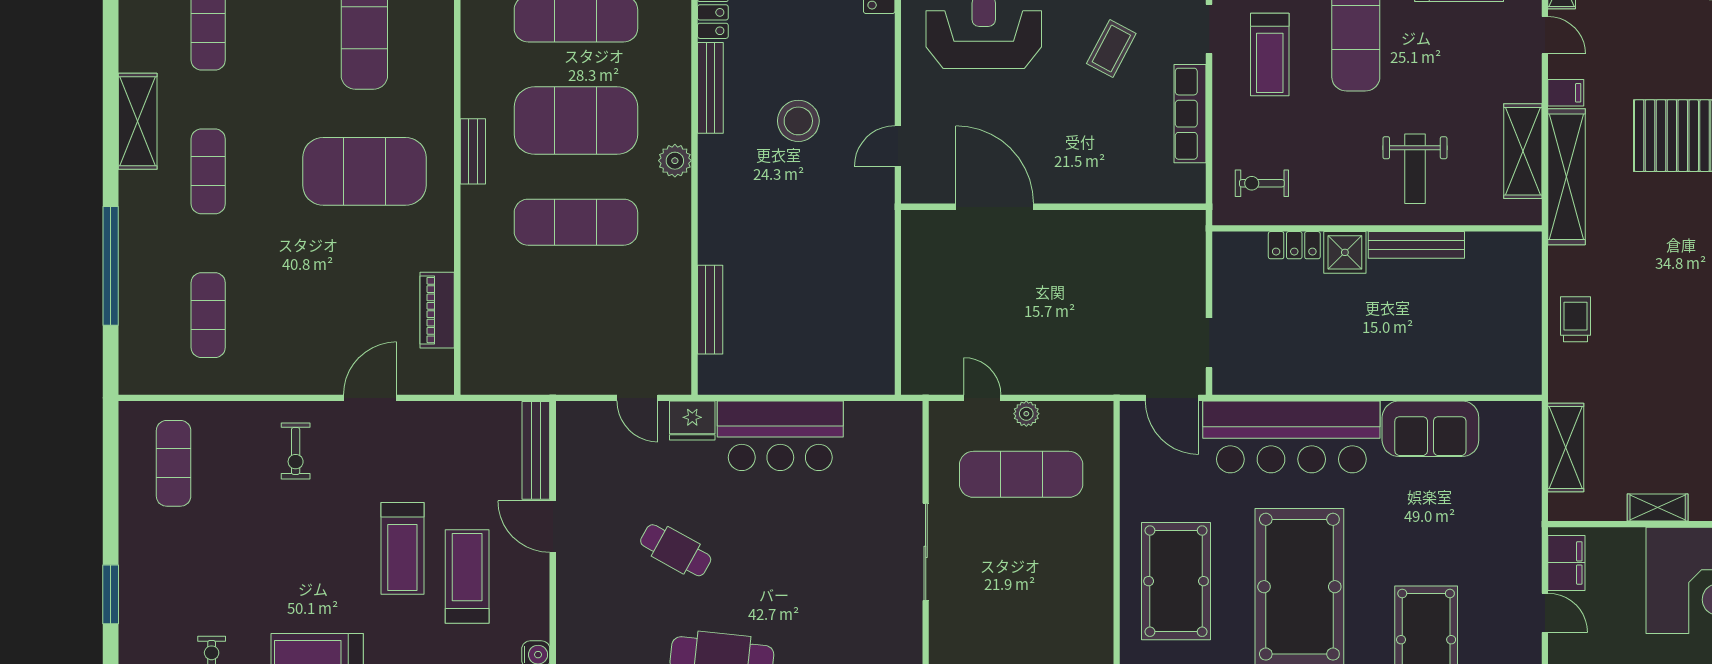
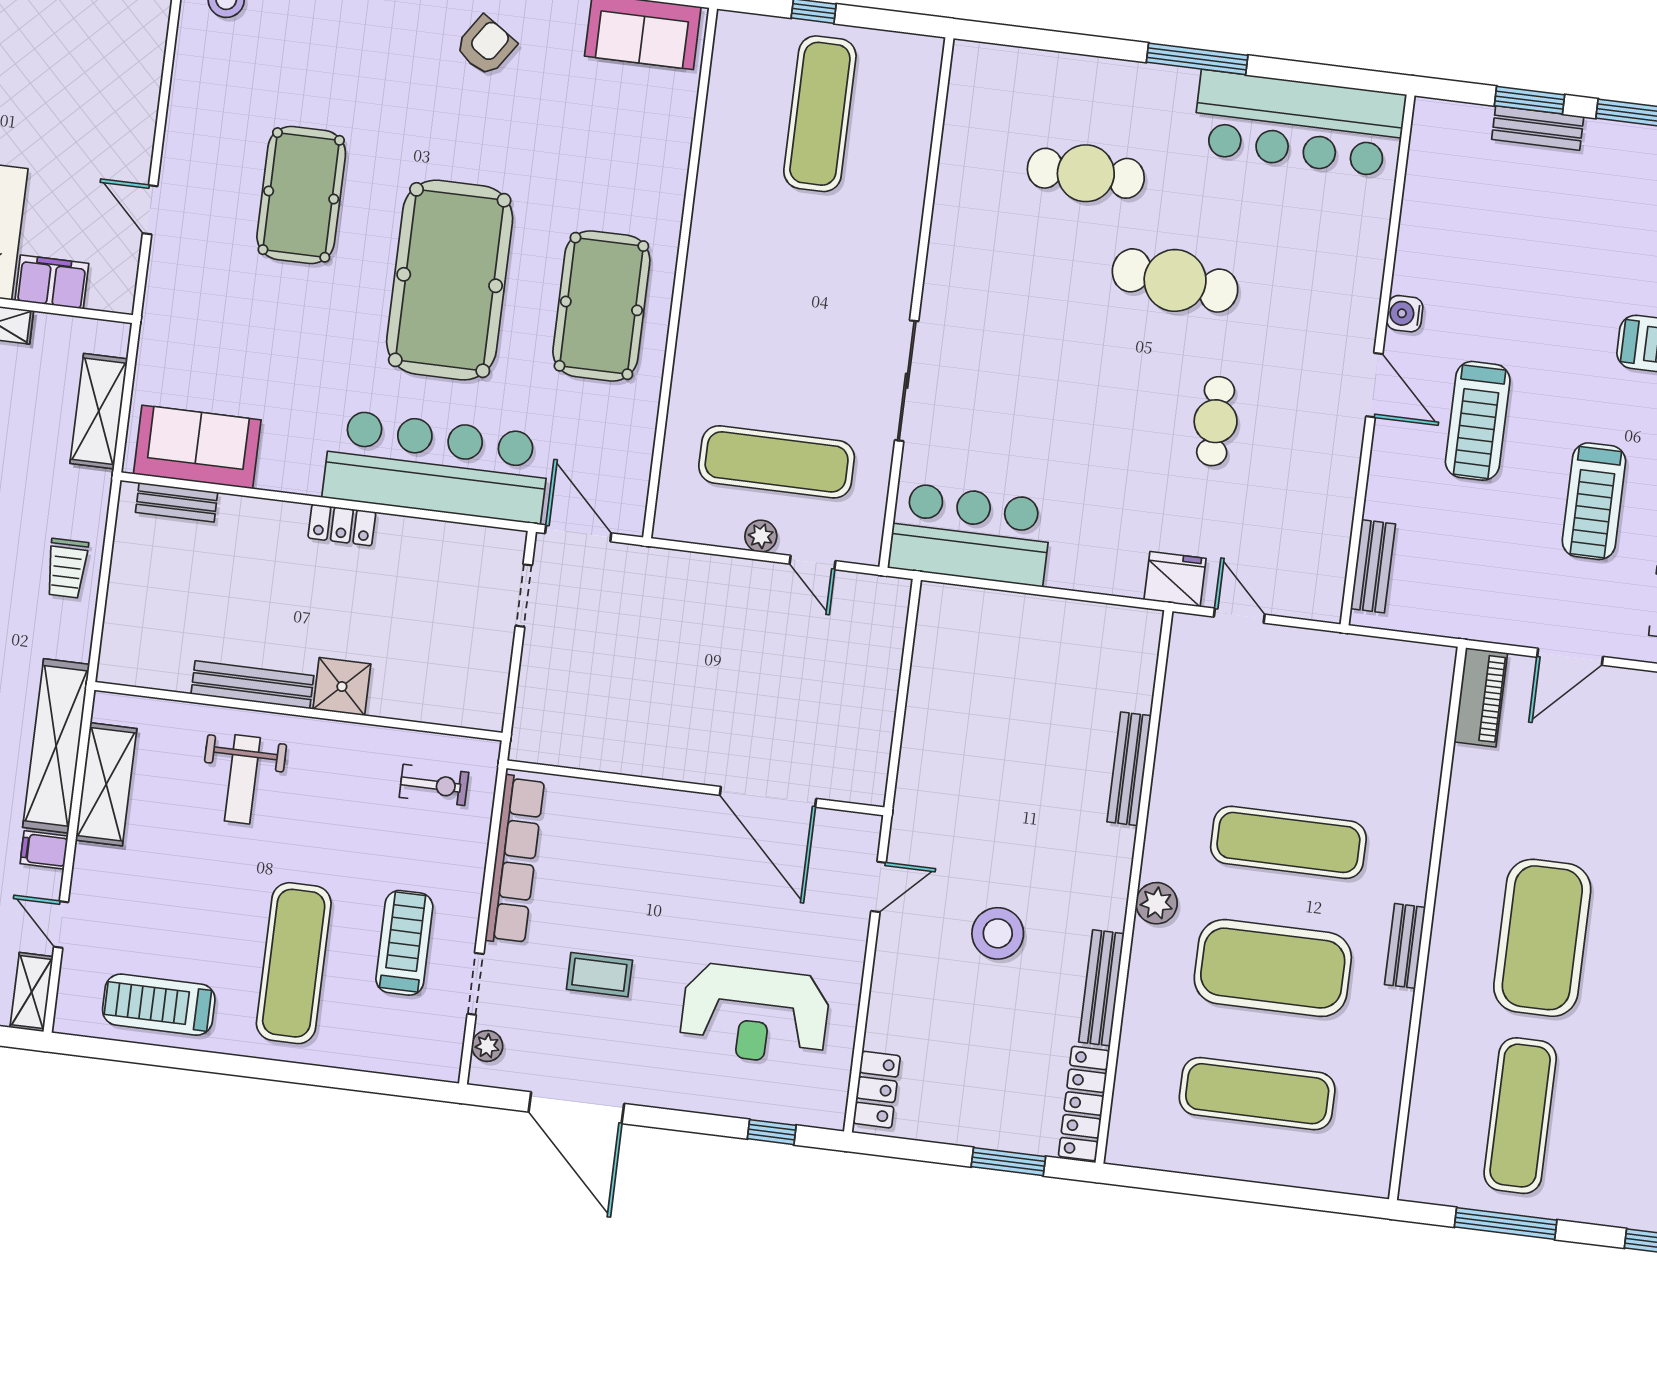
coffee table: (1111, 49) -> (599, 975), turned 62
row of seats: (1190, 114) -> (515, 860), width x1.36
weight bench: (1415, 169) -> (242, 779), turned 180
exercise mat: (364, 171) -> (1542, 938), turned 90
locker: (1294, 245) -> (342, 525), moved, turned 180
piano: (437, 310) -> (1481, 698), moved
bench: (710, 310) -> (1129, 769), moved
bench: (1495, 383) -> (177, 502), added
sofa: (1430, 429) -> (197, 447), moved
bar counter: (780, 436) -> (970, 534), moved
bench: (536, 450) -> (1373, 566), width x0.73
door: (553, 527) -> (1374, 385), moved
treadmill: (402, 548) -> (1594, 501), moved, turned 180
cafe table: (676, 550) -> (1216, 421), turned 61
filing cabinet: (1566, 563) -> (52, 282), moved, turned 90

